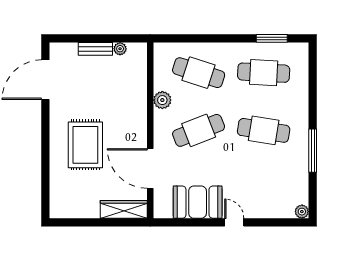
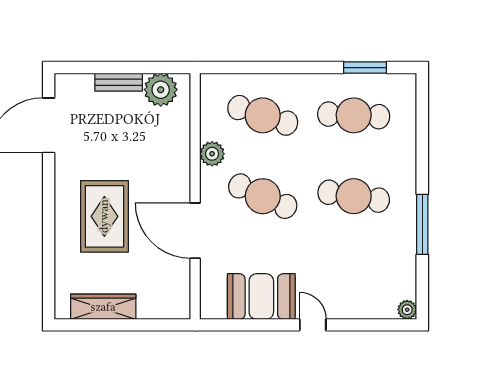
plant: (120, 49) -> (161, 90), width x1.87, depth x1.87
cafe table: (199, 130) -> (263, 196), turned 45
door: (150, 169) -> (195, 231), moved
wardrobe: (124, 209) -> (103, 307), moved

